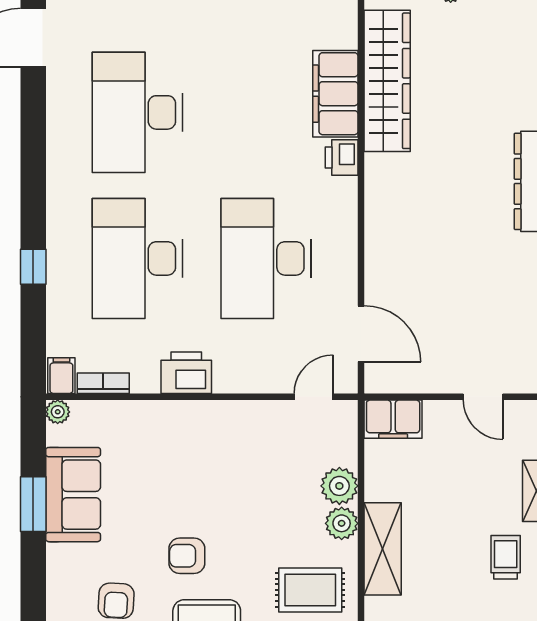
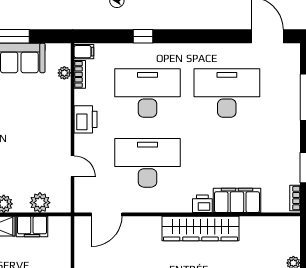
wardrobe: (387, 81) -> (200, 228), moved
door: (314, 397) -> (72, 166), moved
plant: (58, 412) -> (64, 73), moved
filing cabinet: (393, 419) -> (32, 226), moved, turned -90
plant: (339, 486) -> (40, 203), moved

